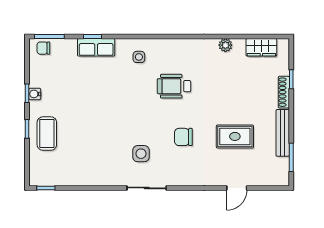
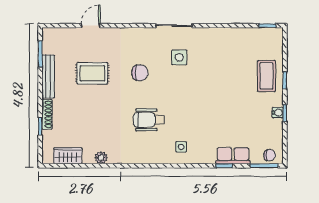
row of seats: (96, 47) -> (233, 156), moved
wheelchair: (174, 86) -> (149, 120), turned 180

